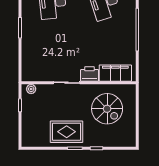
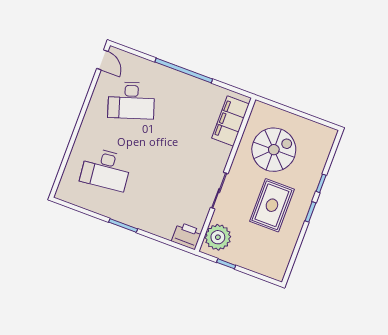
printer: (90, 74) -> (187, 236), moved, turned 90
plant: (31, 89) -> (218, 237), width x1.88, depth x1.88
rug: (67, 132) -> (272, 205), moved

